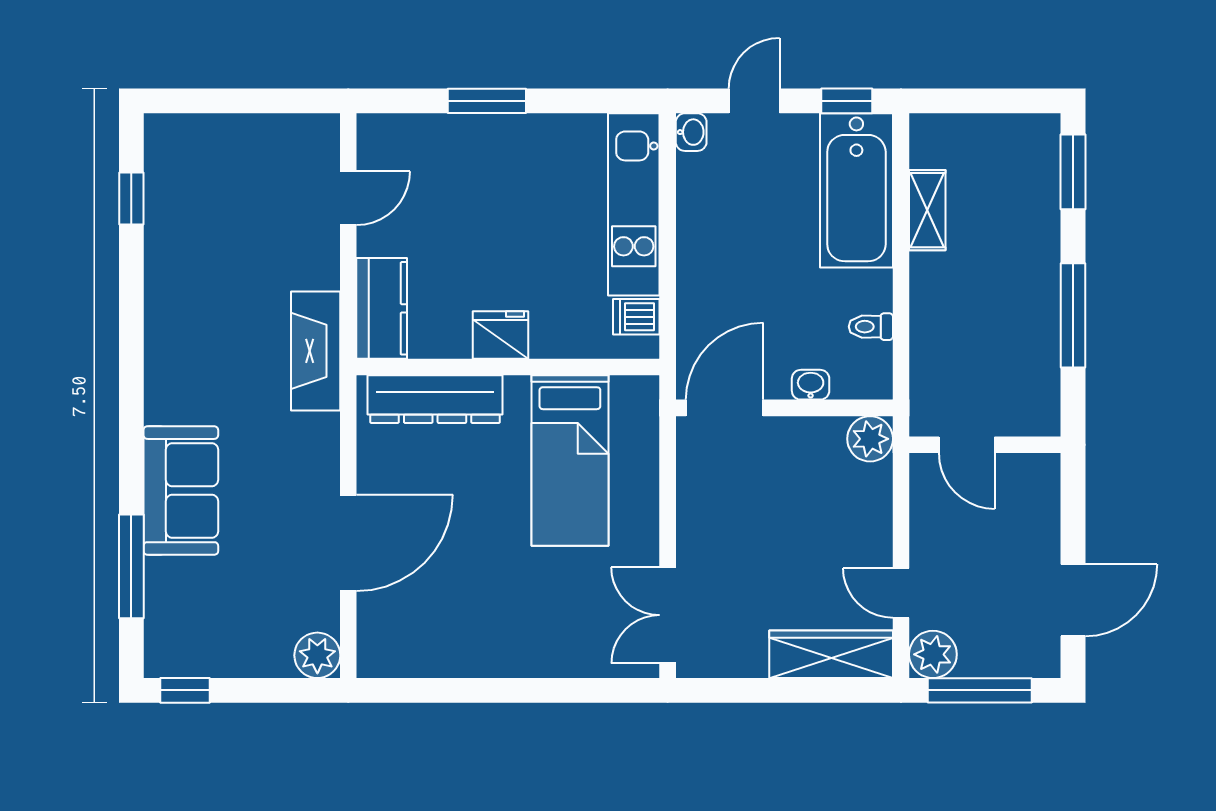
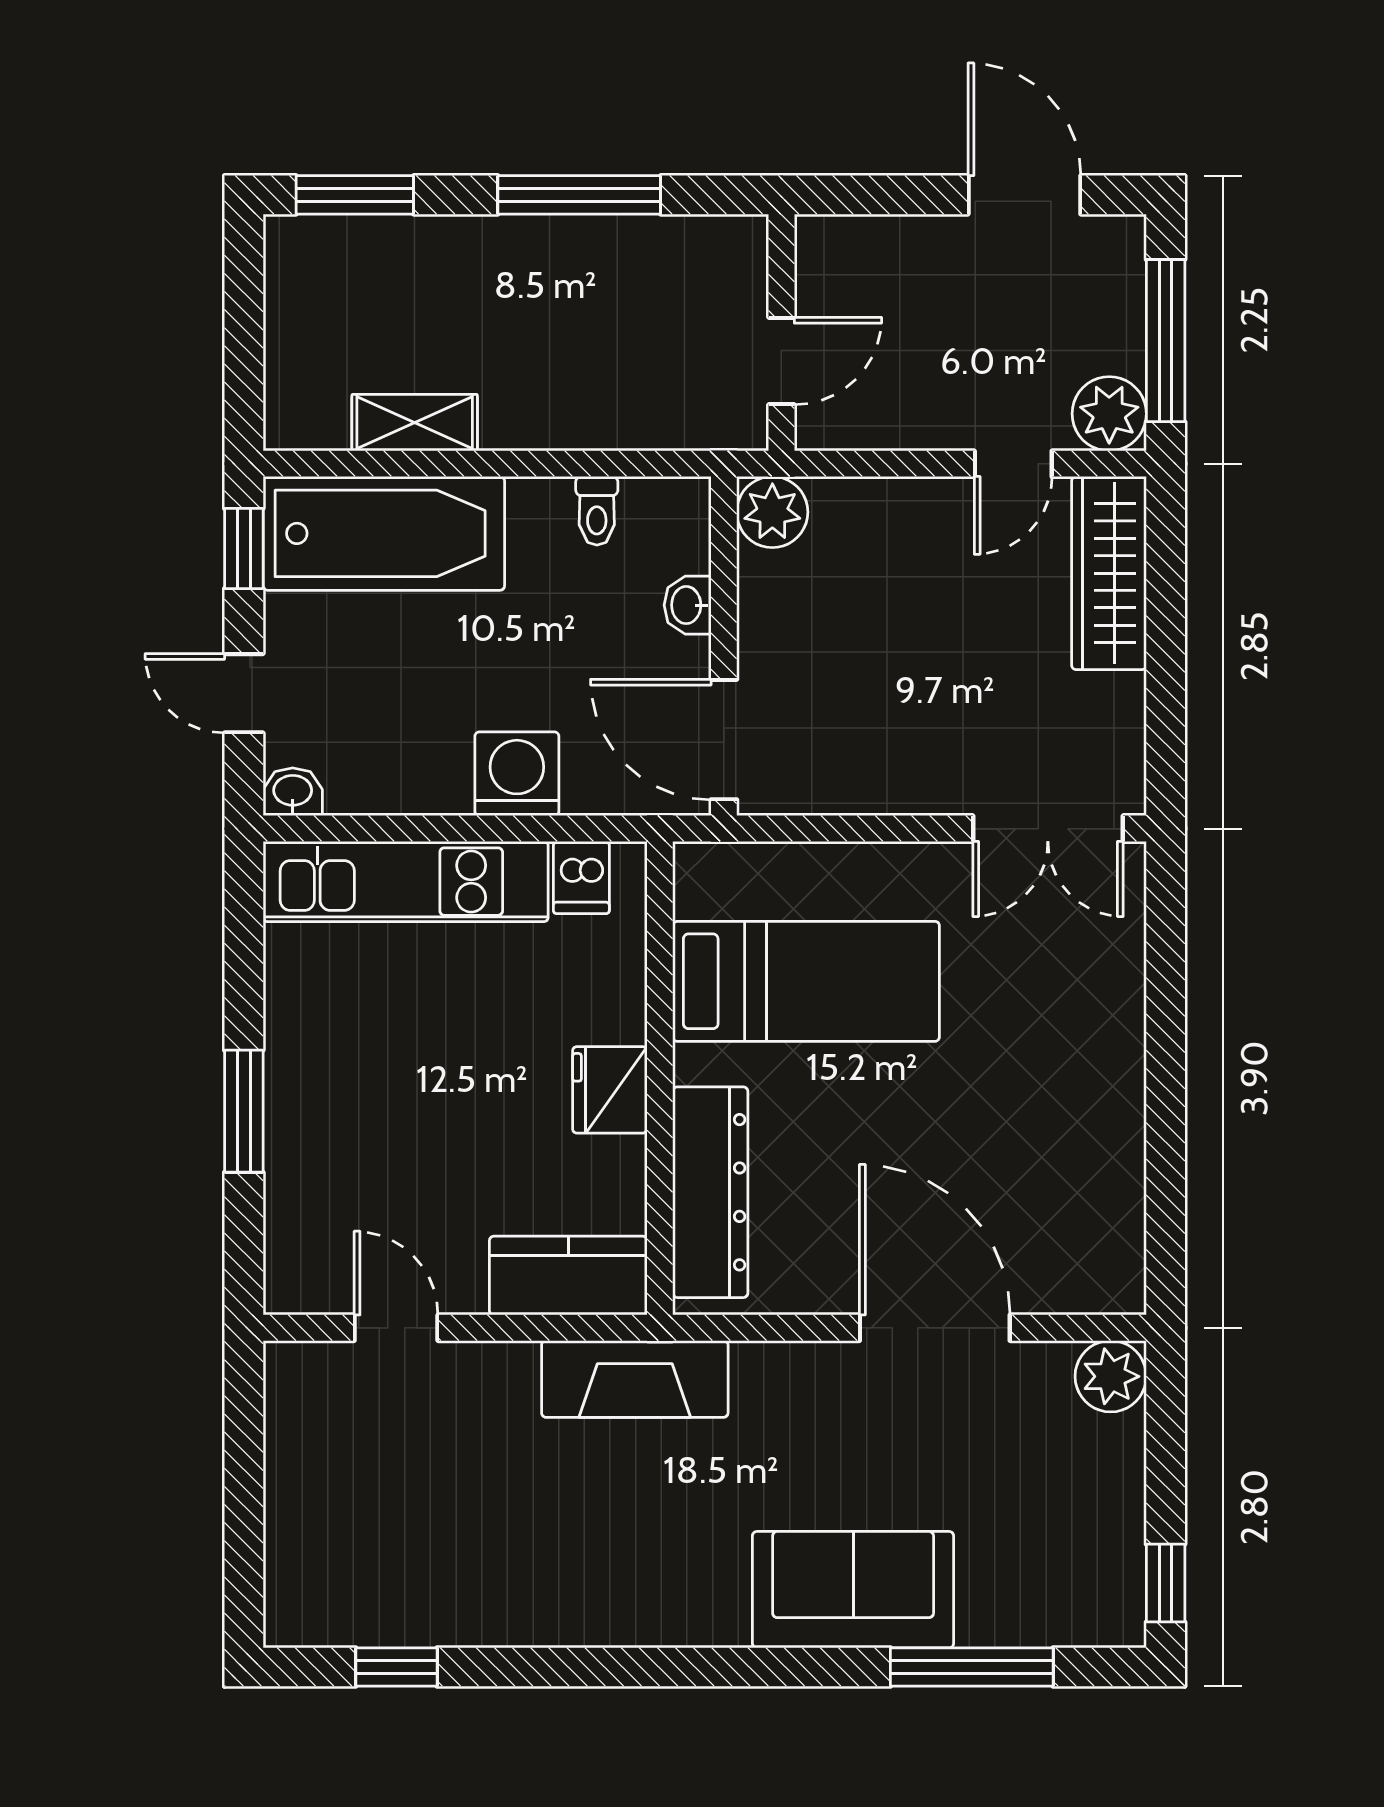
washing machine: (703, 276) -> (517, 774), added

